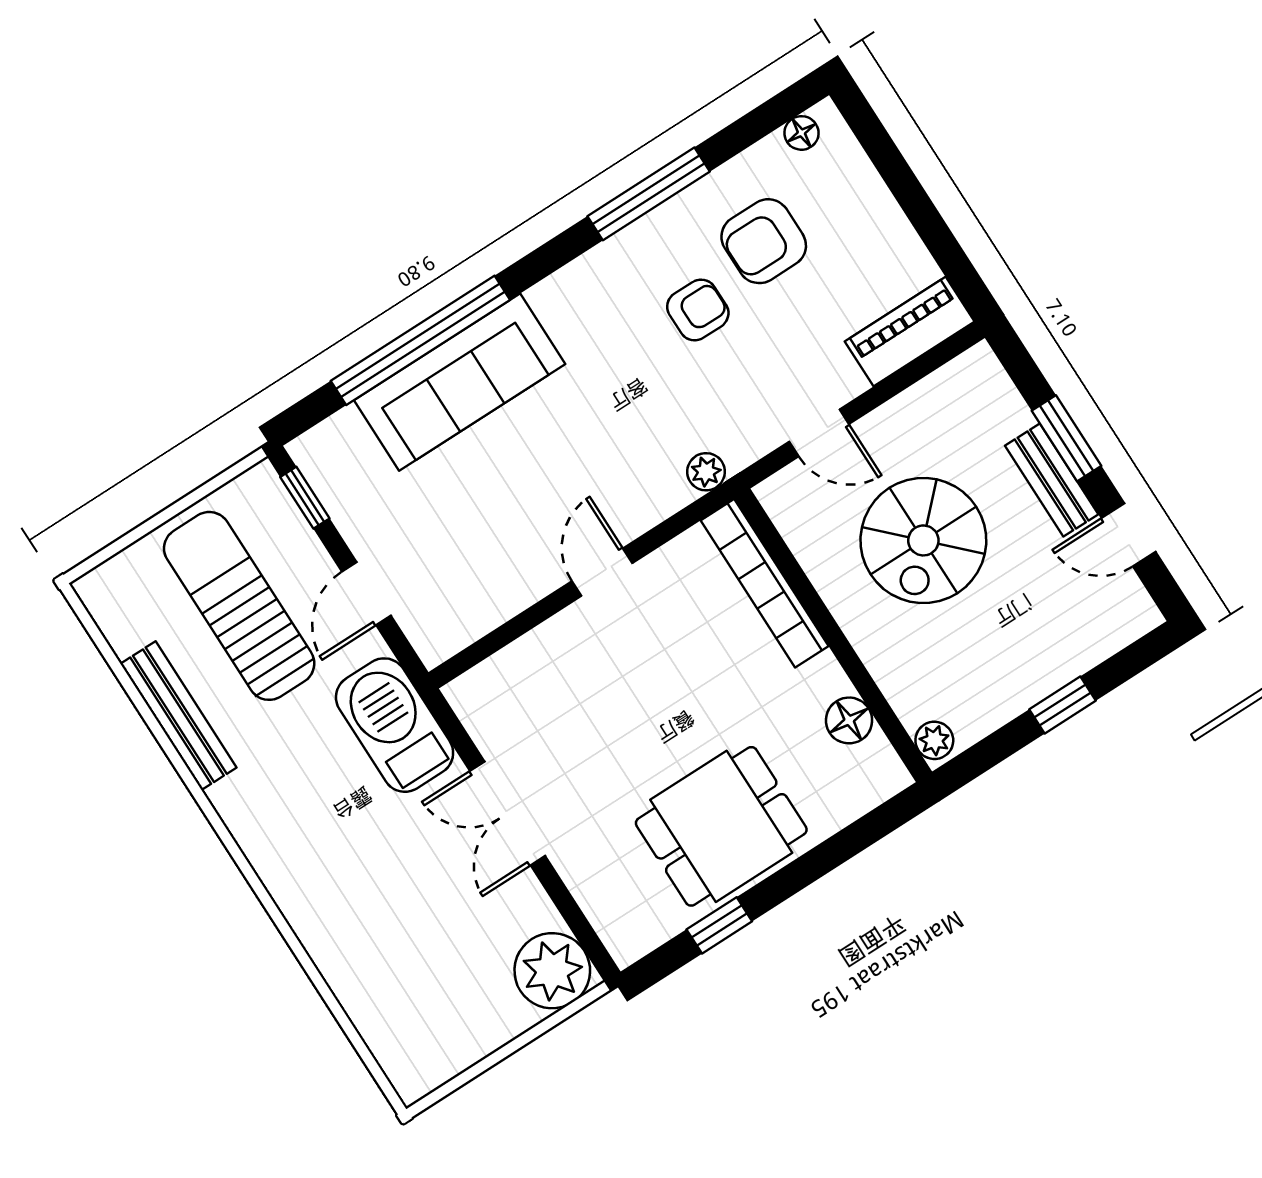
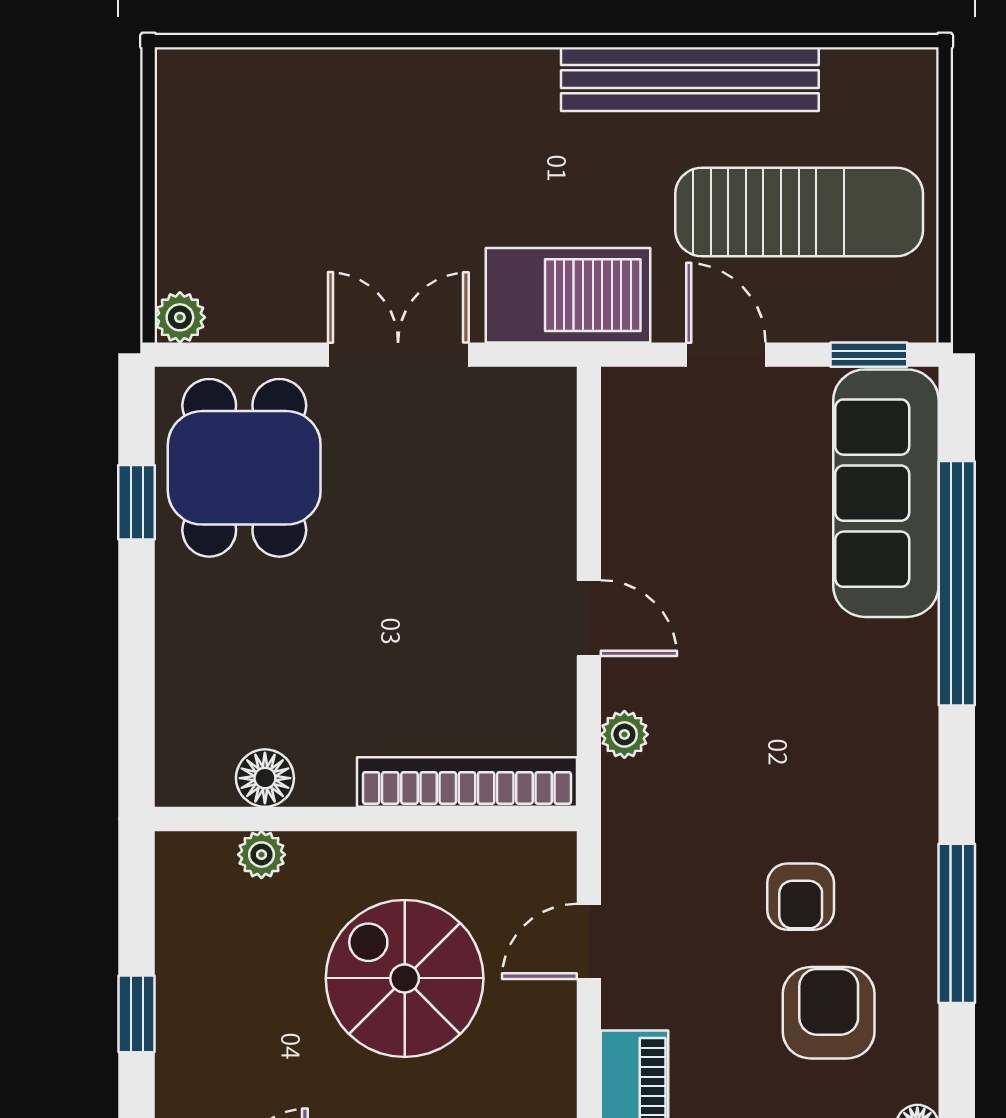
sofa: (460, 382) -> (886, 493), moved
plant: (706, 472) -> (624, 734), moved
bench: (178, 716) -> (690, 79), width x1.37, depth x1.21
plant: (934, 740) -> (261, 855), moved
dining table: (721, 826) -> (244, 468), moved
plant: (552, 971) -> (180, 317), width x0.53, depth x0.53

